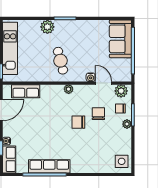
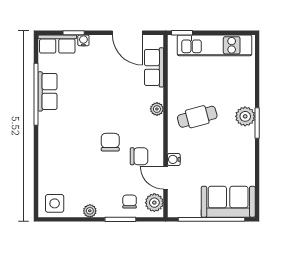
plant: (47, 27) -> (245, 116), moved
door: (104, 83) -> (166, 178), swing flipped
plant: (69, 89) -> (157, 109), moved
chair: (98, 114) -> (139, 156), moved
plant: (127, 124) -> (90, 211), moved
row of seats: (49, 166) -> (47, 91), width x0.68

